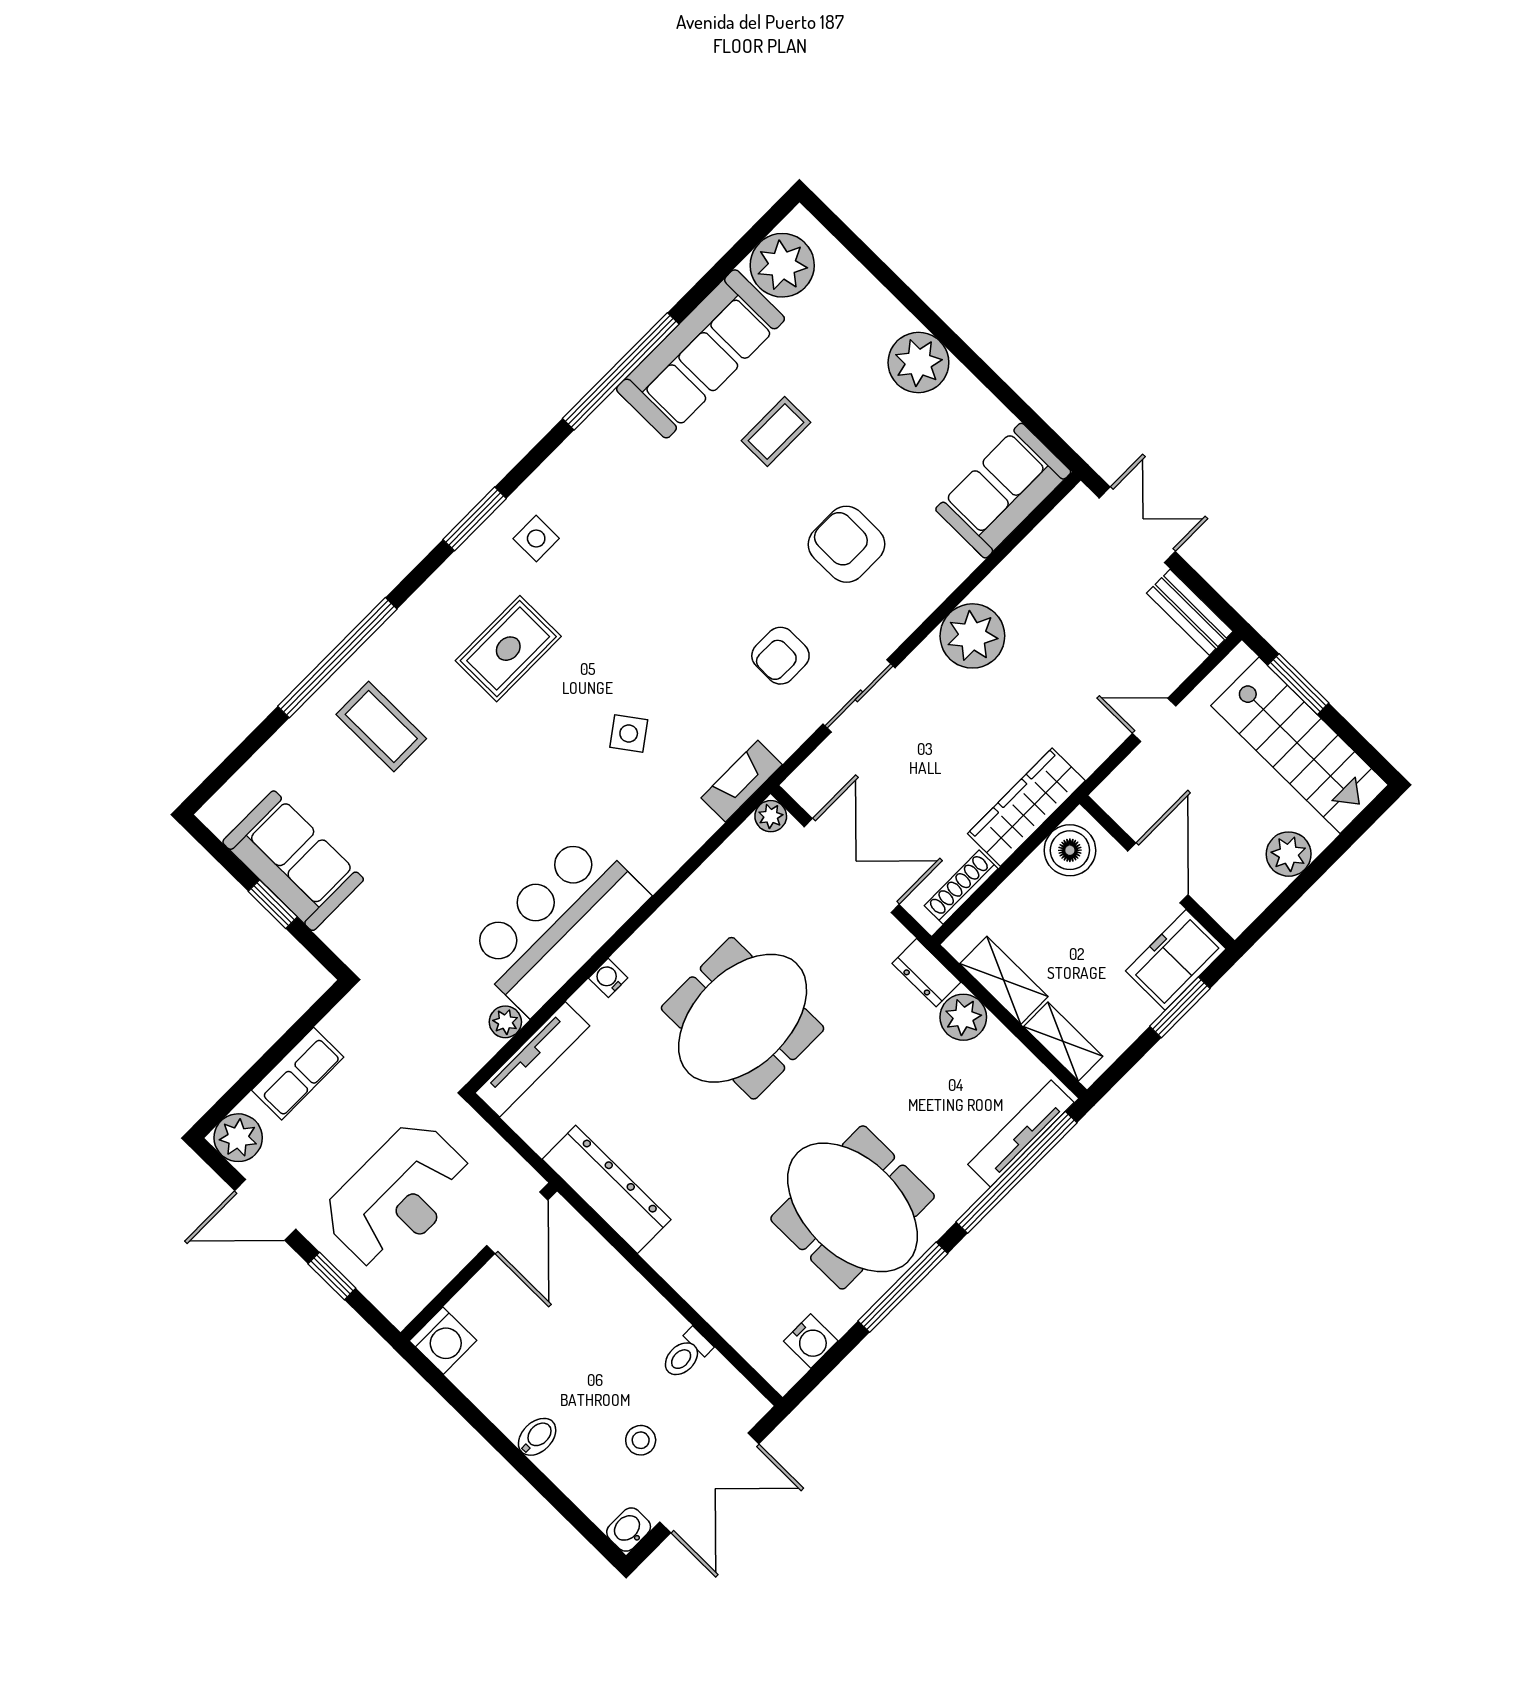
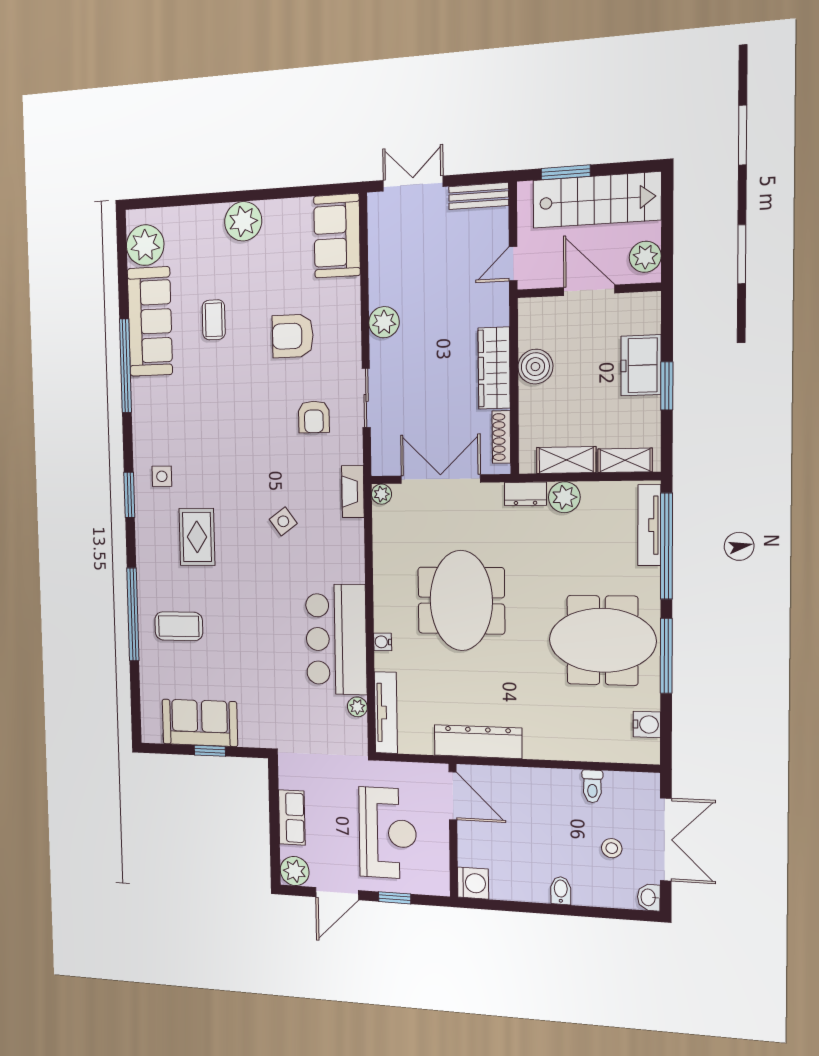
plant: (972, 636) -> (384, 322), width x0.73, depth x0.73
wall: (1157, 872) -> (588, 290), moved
door: (1158, 873) -> (589, 290), moved

